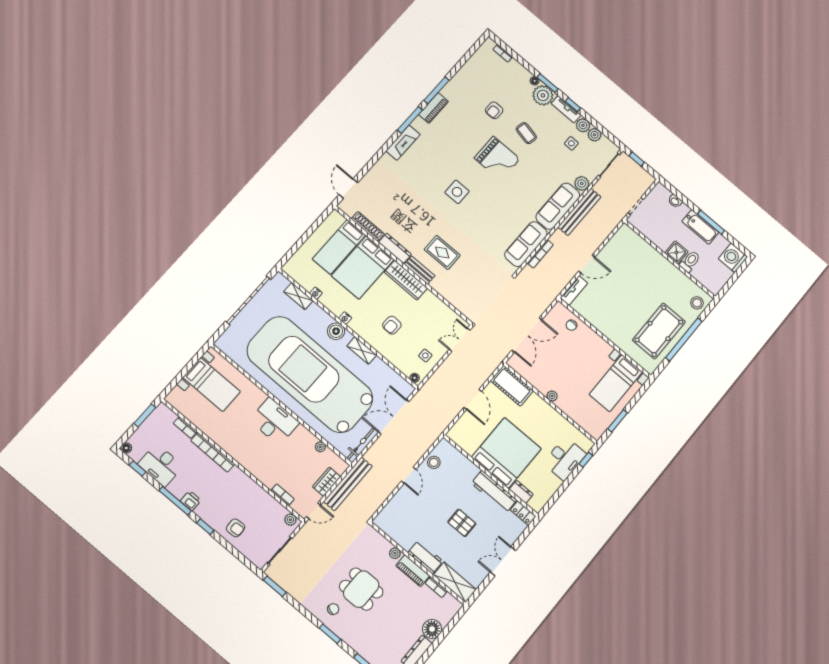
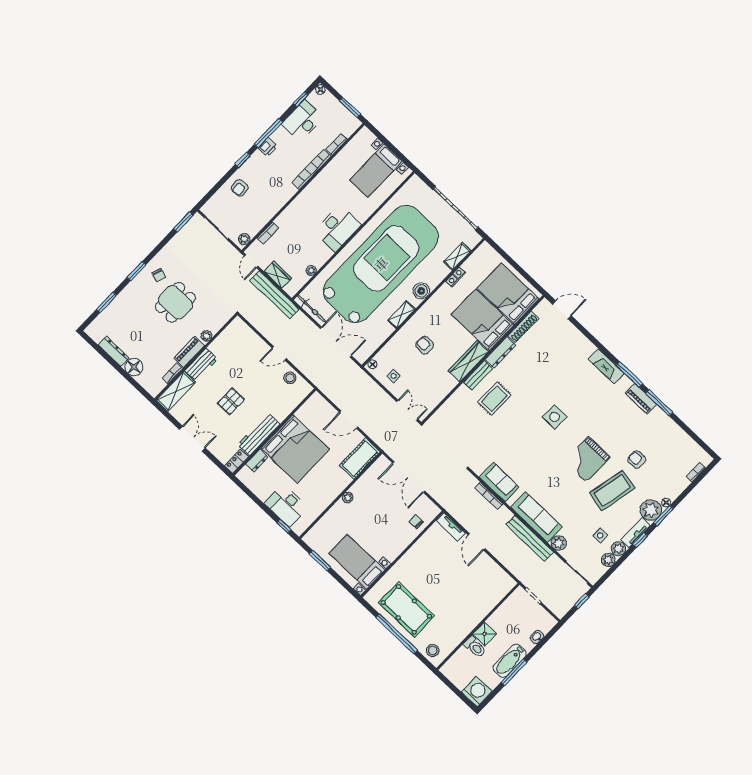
coffee table: (526, 133) -> (612, 490), width x1.86, depth x1.72
sofa: (526, 244) -> (499, 482), width x0.73
bed: (339, 247) -> (508, 294), width x1.50
nightstand: (345, 318) -> (452, 281), moved

